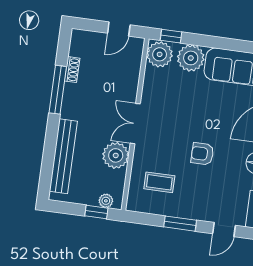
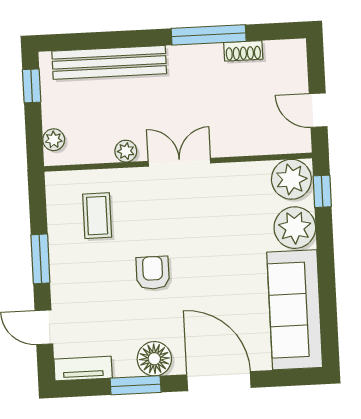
plant: (116, 155) -> (126, 151), width x0.53, depth x0.53
window: (96, 212) -> (32, 86), moved

